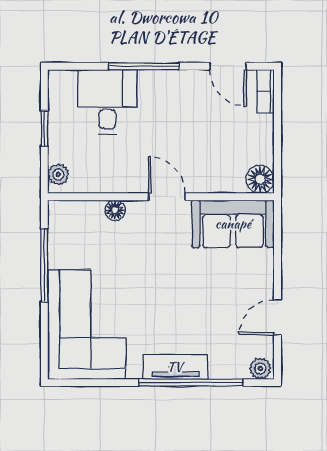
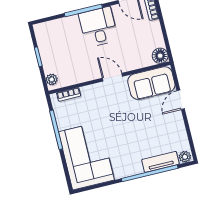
desk: (107, 102) -> (98, 27), moved
bookcase: (82, 208) -> (69, 94), added
floor lamp: (115, 210) -> (87, 91), removed
door: (277, 317) -> (181, 100), moved
tv unit: (175, 367) -> (160, 162), moved

